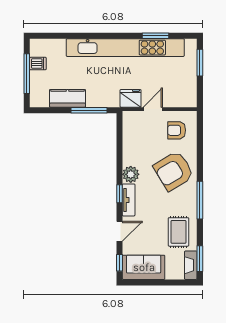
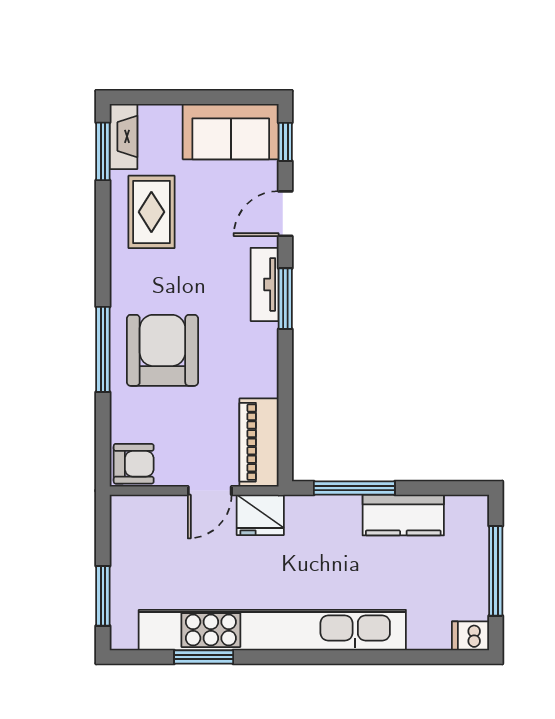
dishwasher: (38, 64) -> (470, 636), moved
piano: (131, 130) -> (259, 442), added
armchair: (177, 130) -> (134, 464), moved
armchair: (174, 171) -> (162, 350), turned -59
plant: (131, 174) -> (260, 343), removed
window: (120, 194) -> (285, 299), width x1.50
window: (200, 200) -> (103, 349), moved

